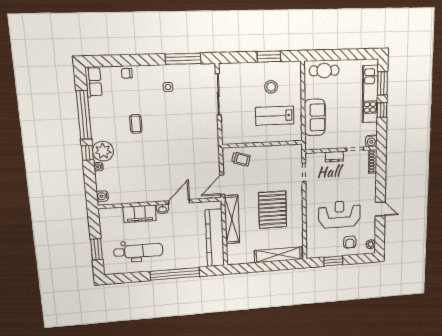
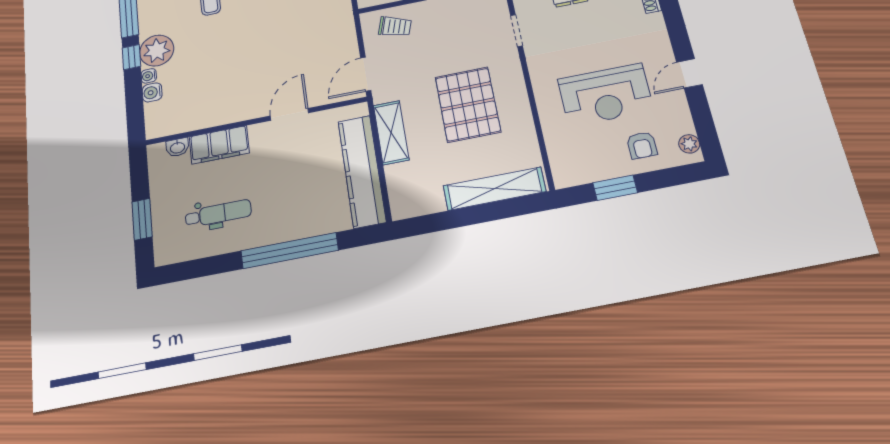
water cooler: (102, 196) -> (152, 92), moved
washbasin: (163, 209) -> (177, 147), moved
door: (380, 209) -> (689, 73), swing flipped
reception desk: (339, 214) -> (605, 95), turned 180
shelving: (232, 219) -> (391, 133), width x0.68
dental chair: (138, 251) -> (218, 214), width x0.73, depth x0.72

